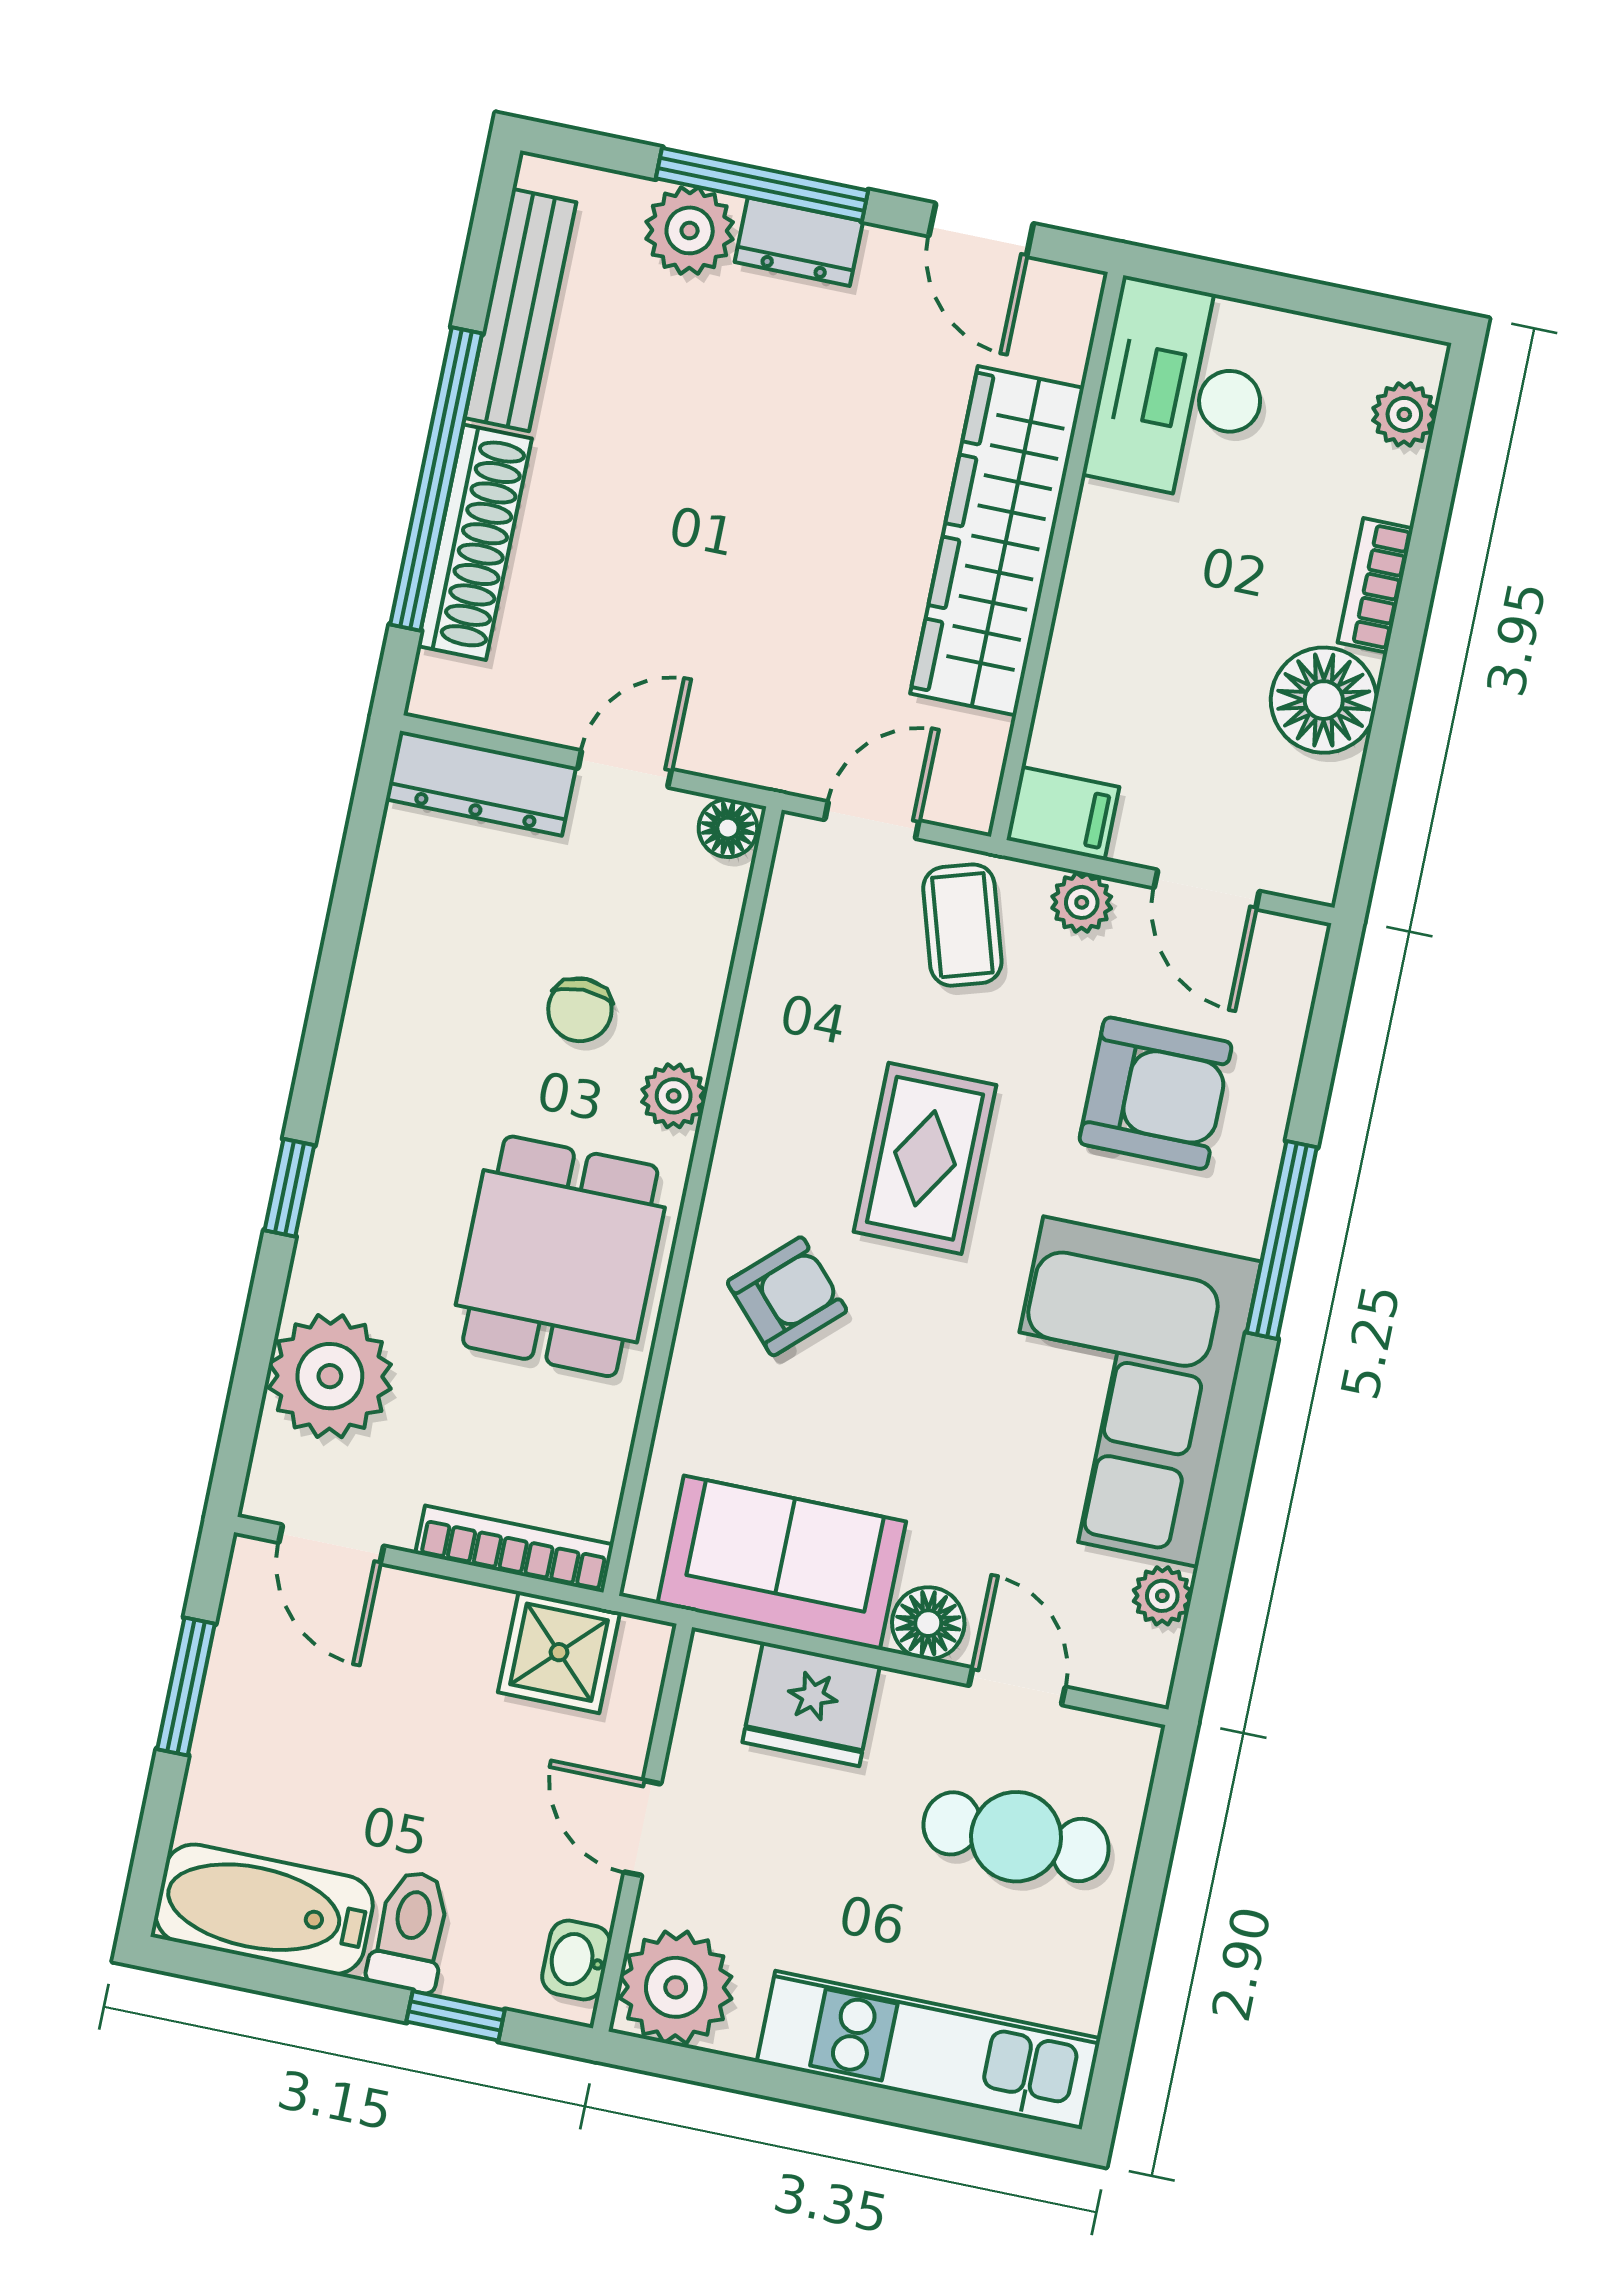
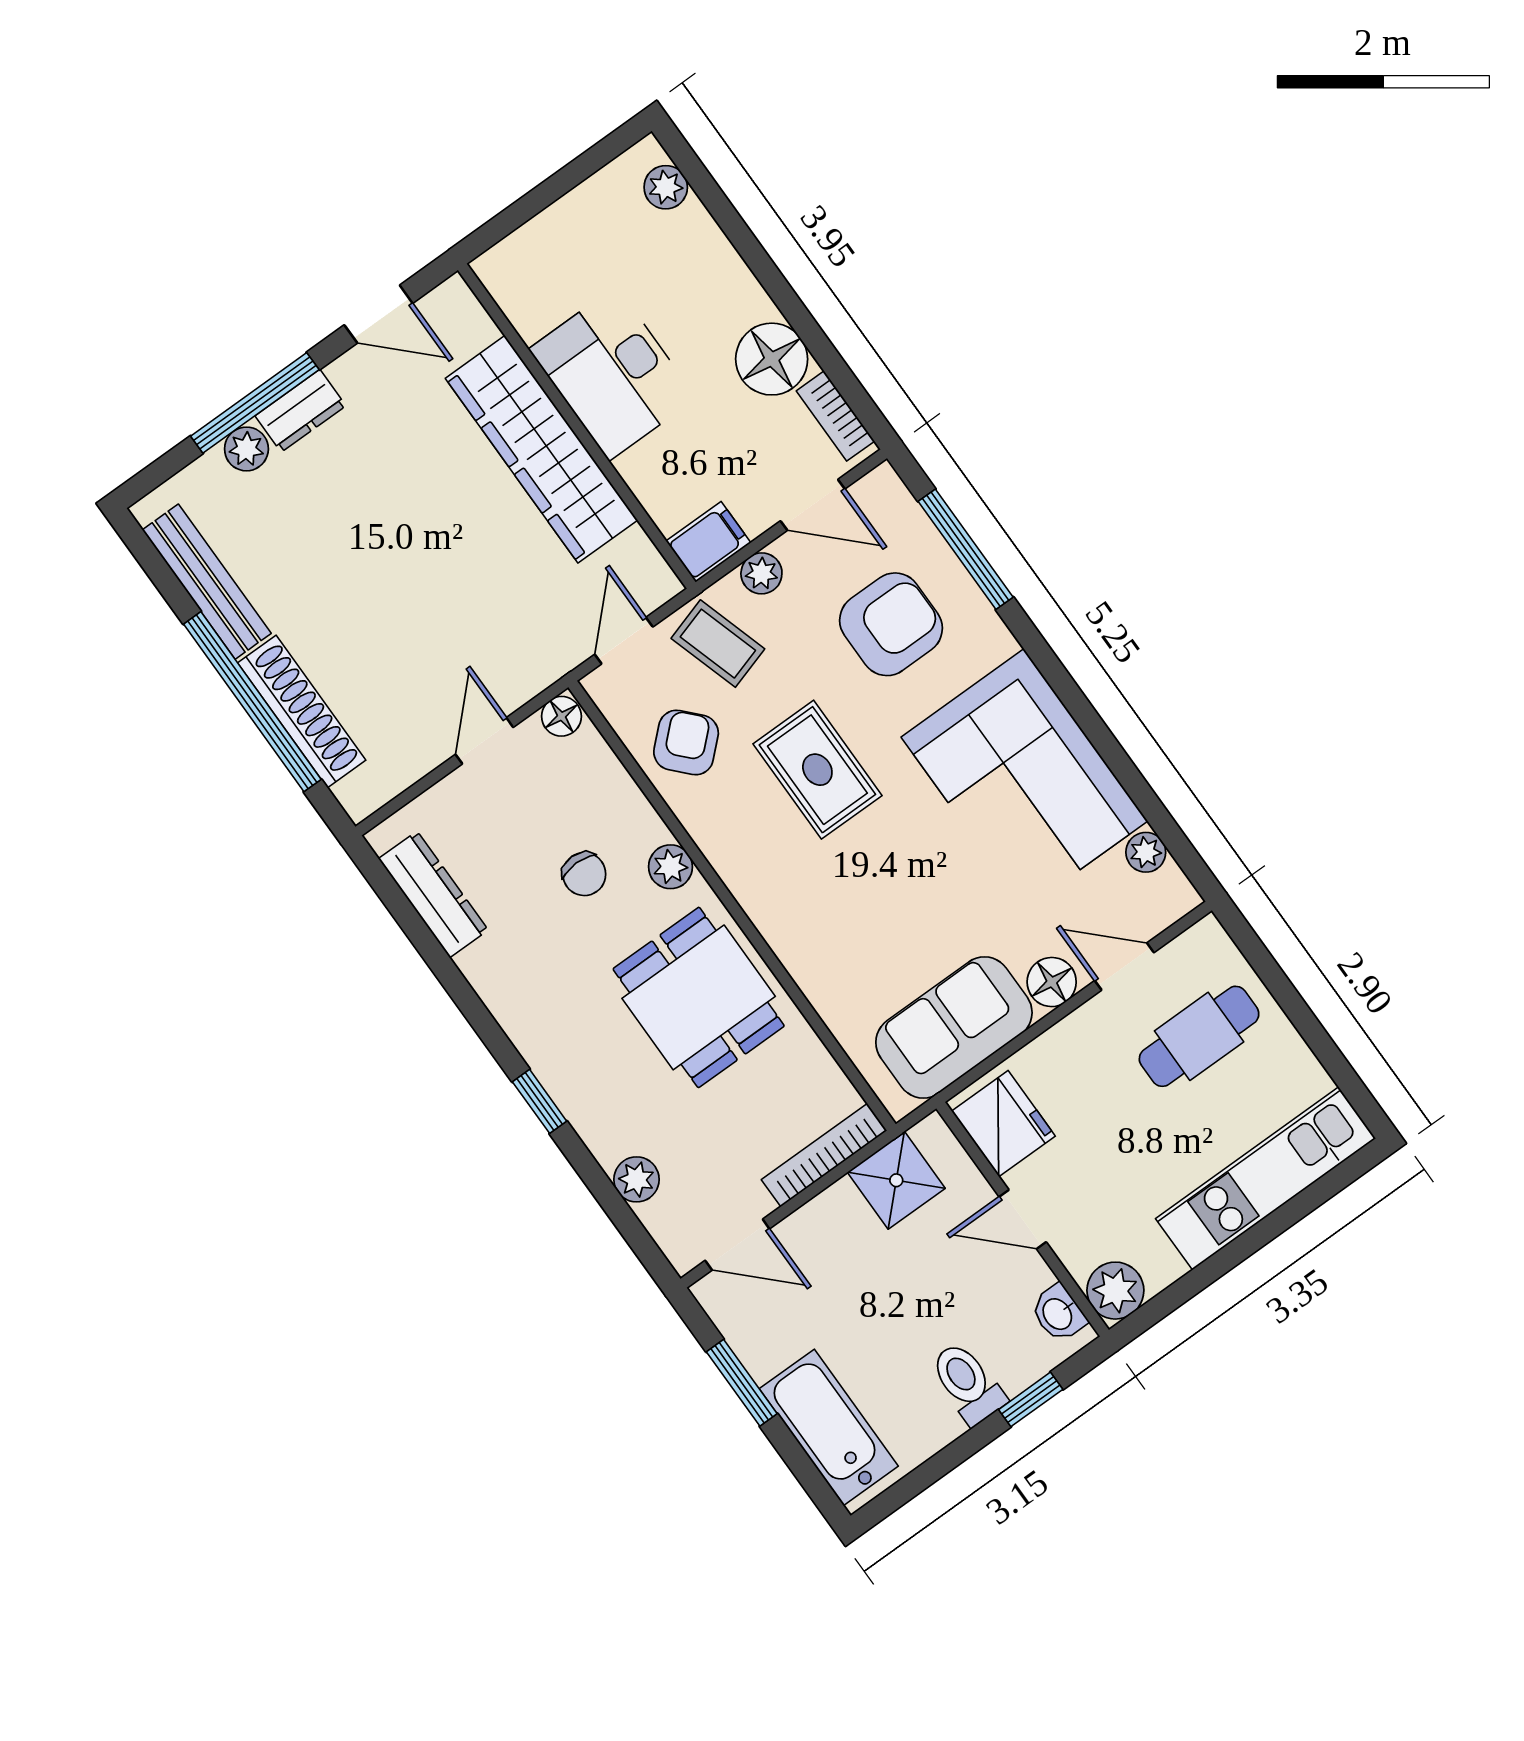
plant: (690, 230) -> (246, 449), width x0.73, depth x0.73
desk: (1181, 391) -> (613, 374), moved
bookcase: (1375, 585) -> (835, 416), moved
dresser: (481, 783) -> (433, 894), moved, turned -90
window: (1282, 1240) -> (966, 549), moved
armchair: (787, 1296) -> (686, 743), moved
plant: (330, 1376) -> (637, 1179), width x0.53, depth x0.53
fridge: (811, 1704) -> (1003, 1124), moved, turned -90
bathtub: (264, 1909) -> (829, 1427), moved, turned 90
plant: (676, 1987) -> (1115, 1291), width x0.73, depth x0.73

